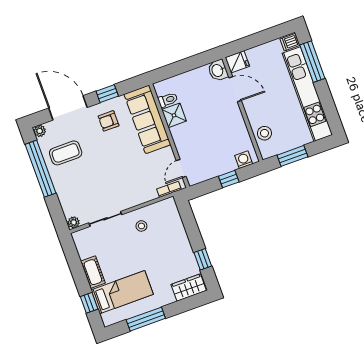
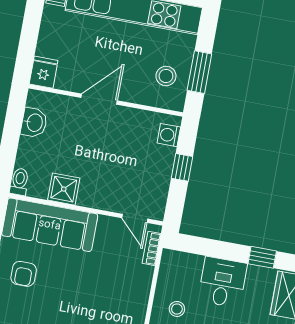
washbasin: (218, 70) -> (34, 123), moved, turned -90
door: (235, 89) -> (99, 99), moved
toilet: (168, 100) -> (20, 182), moved
stool: (264, 133) -> (166, 76), moved
desk: (174, 244) -> (223, 282), added

